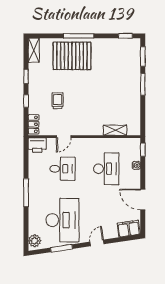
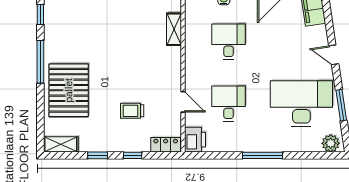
window: (79, 36) -> (40, 62), moved
desk: (106, 169) -> (229, 42), width x0.73

